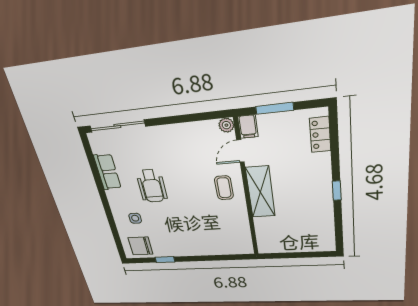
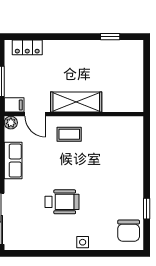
row of seats: (107, 172) -> (13, 161), moved, turned 90
window: (337, 191) -> (110, 37), moved
side table: (135, 218) -> (83, 242), moved

